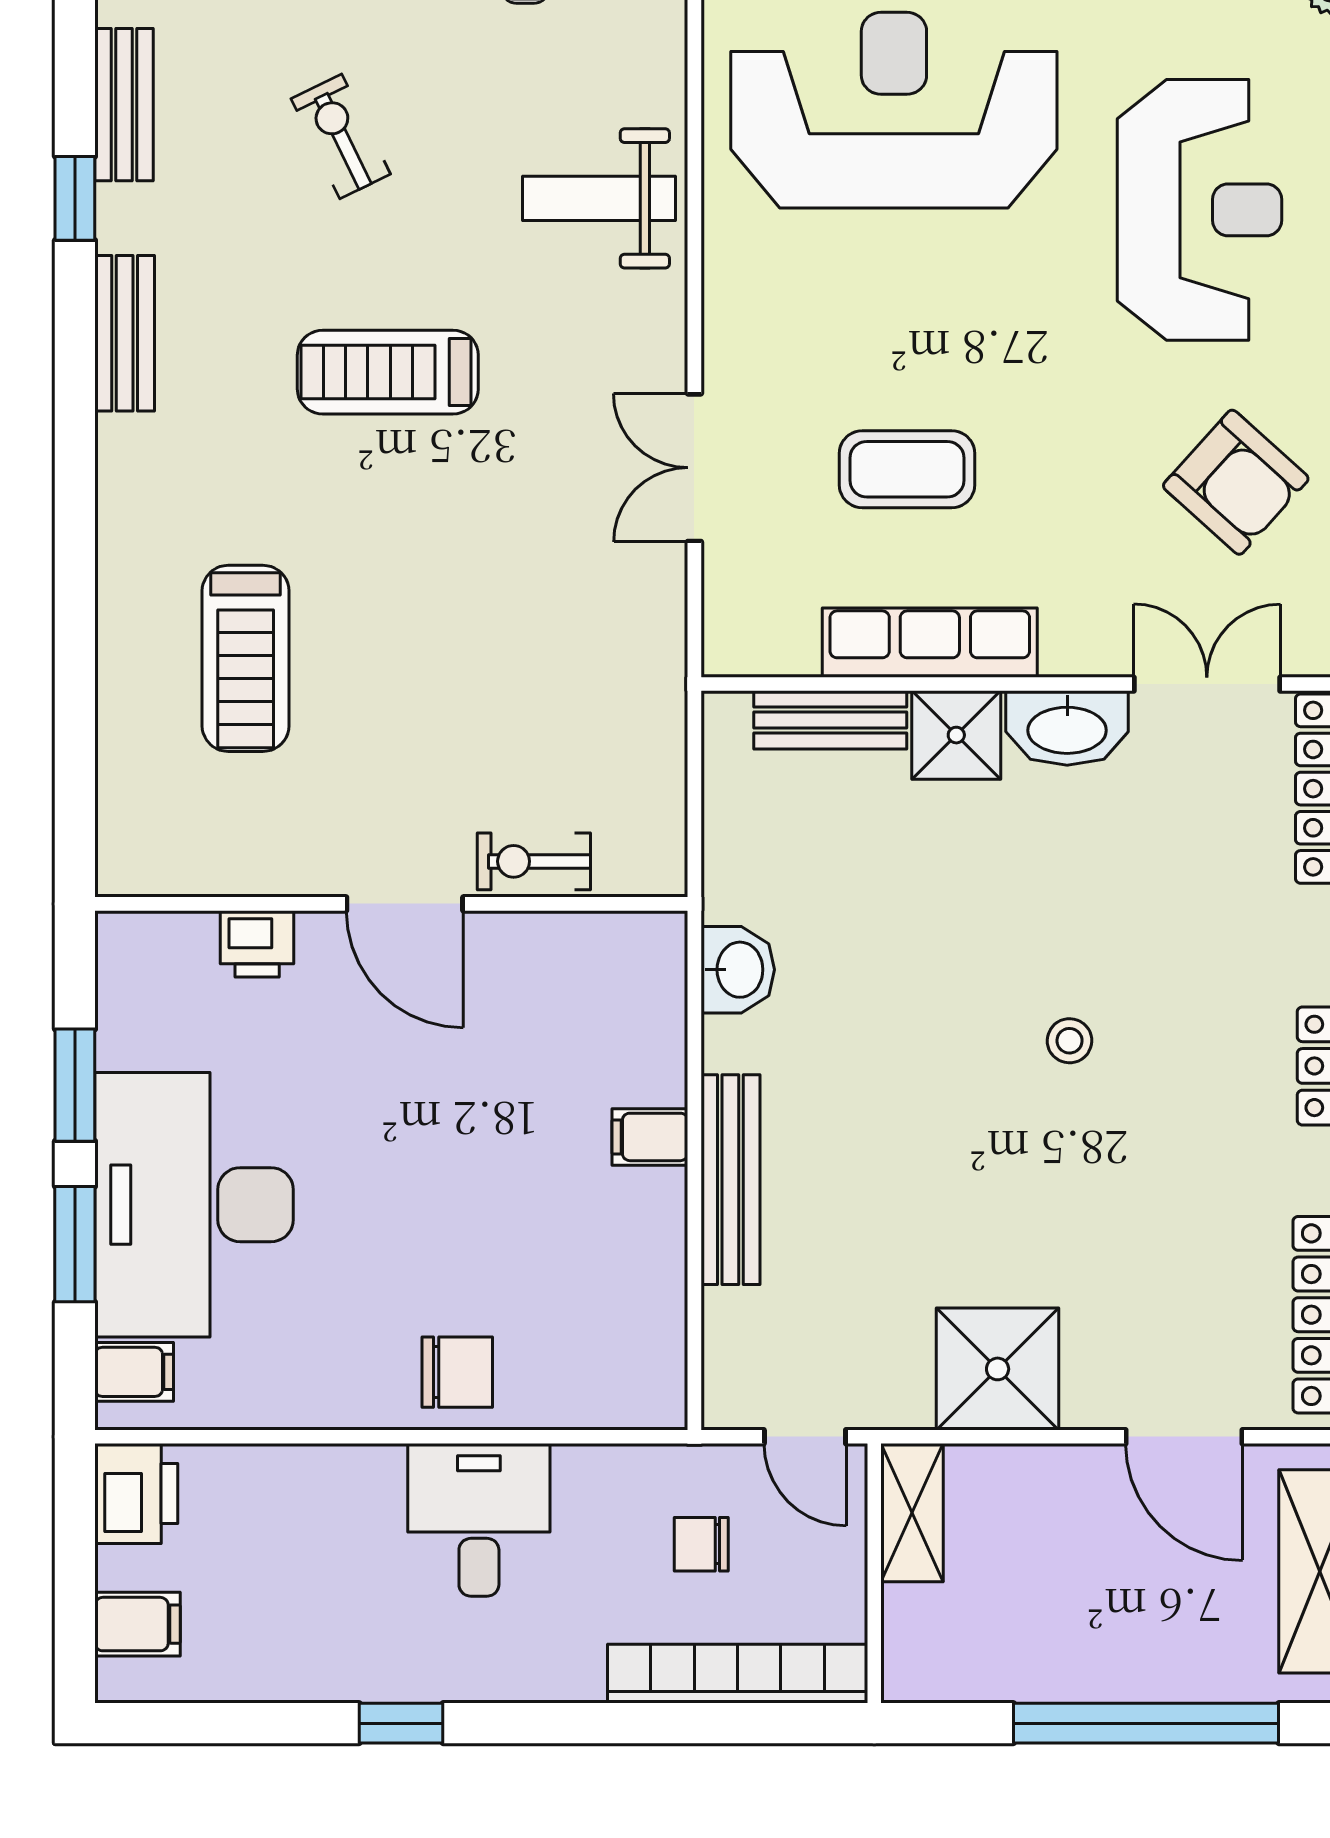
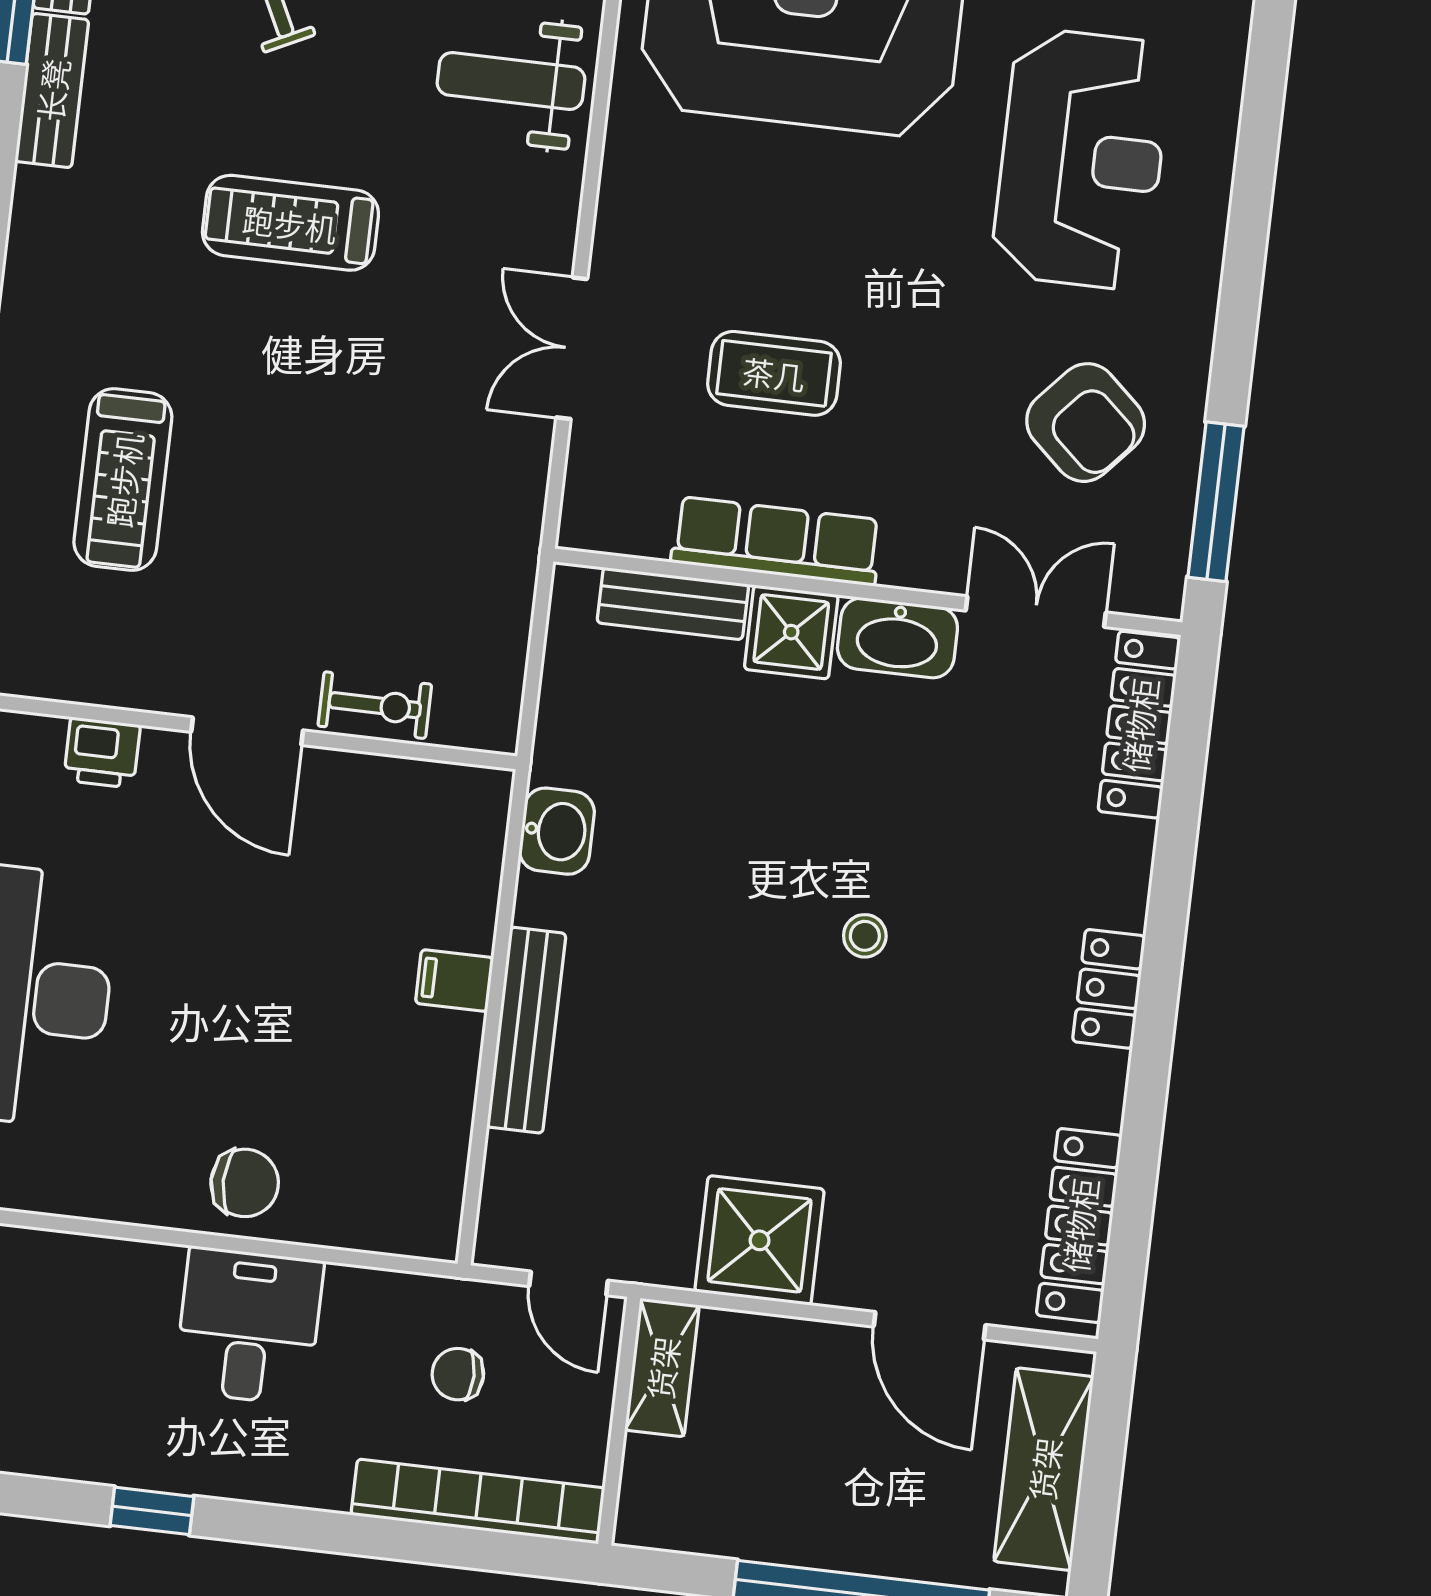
bench: (125, 333) -> (52, 90), moved
exercise bike: (534, 861) -> (375, 705), turned 180

